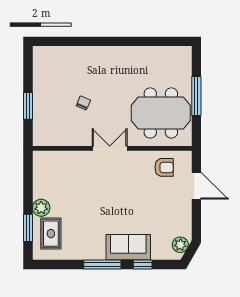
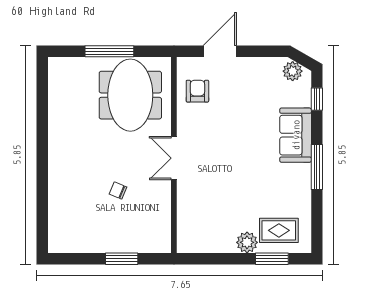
window: (143, 265) -> (317, 99), moved

